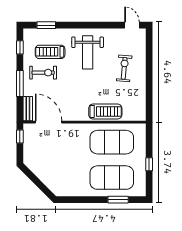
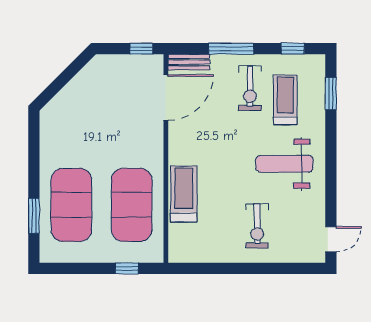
exercise bike: (124, 68) -> (257, 226), turned 85
treadmill: (105, 112) -> (184, 194), turned 180
window: (149, 164) -> (127, 268), moved

